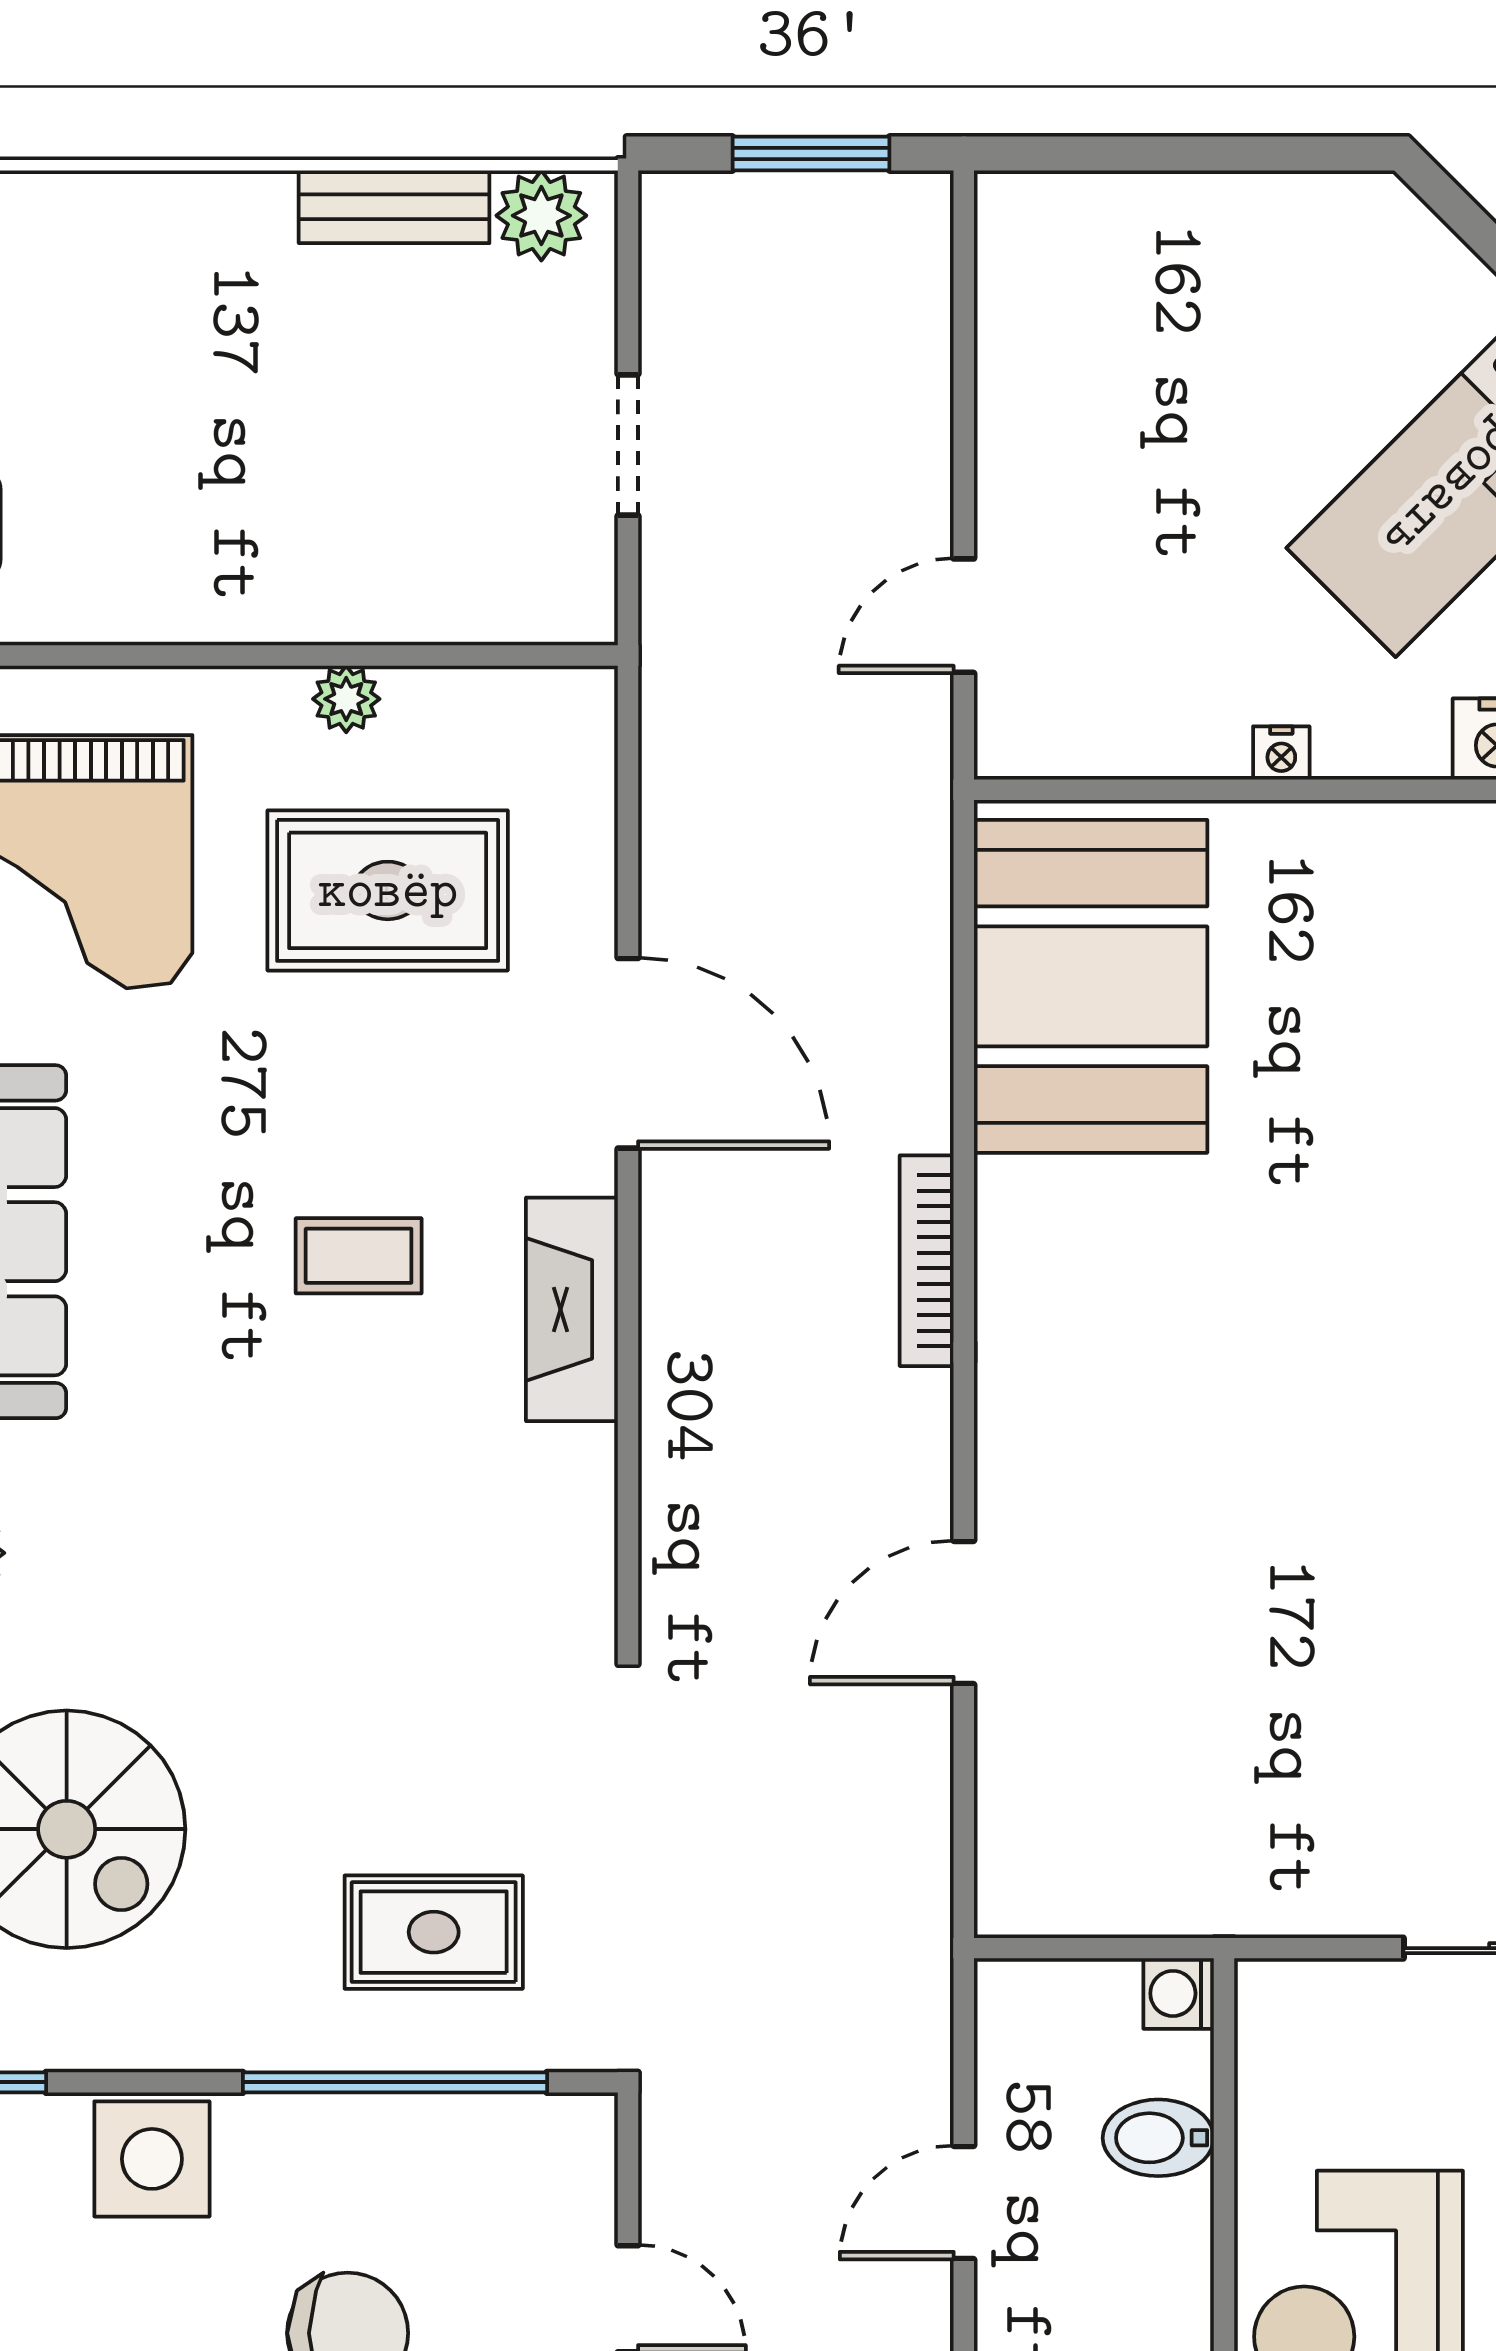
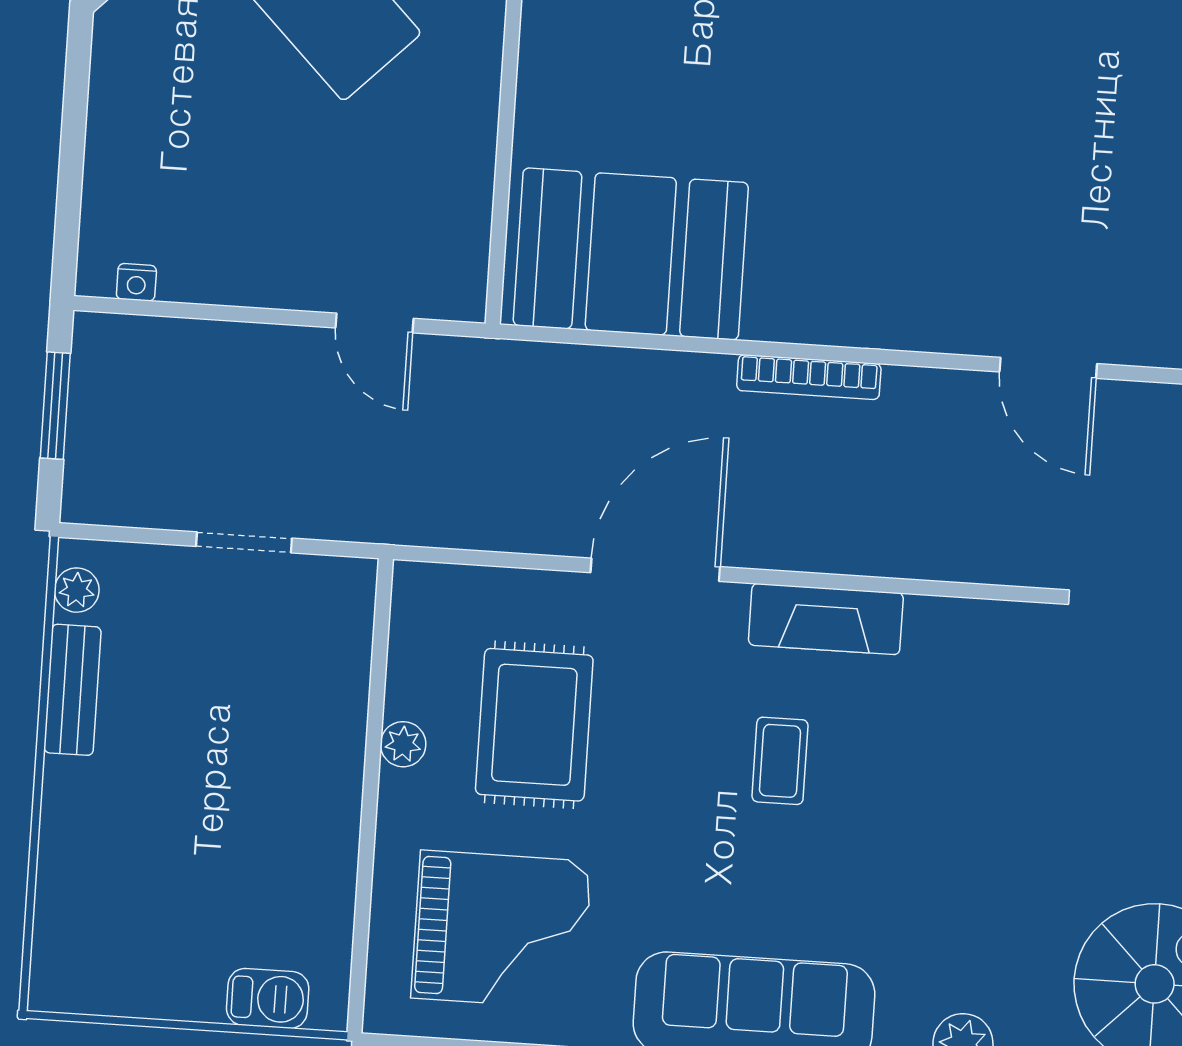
plant: (541, 216) -> (77, 590), width x0.73, depth x0.73
nightstand: (1281, 753) -> (136, 282), moved, turned 90

